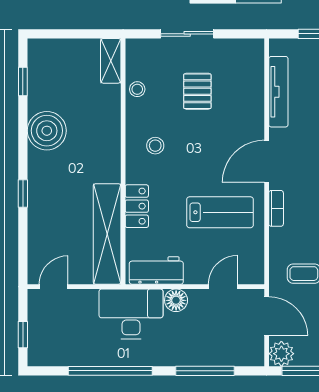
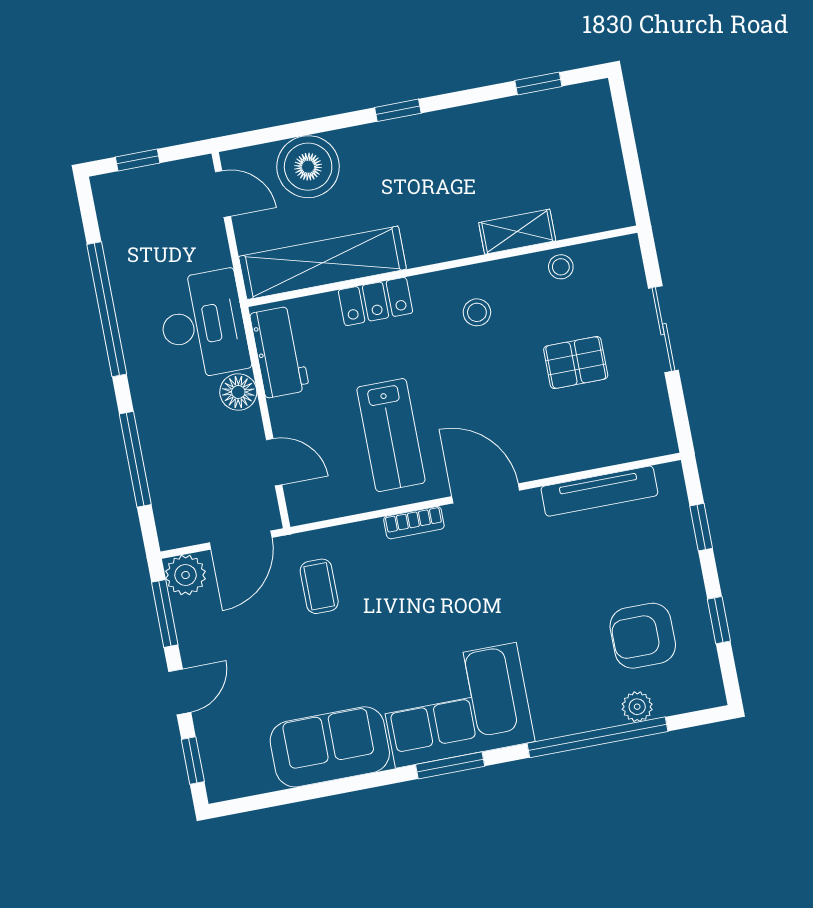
shelving: (111, 61) -> (517, 232), moved
boiler: (47, 131) -> (308, 167), moved
window: (23, 193) -> (398, 110), moved

